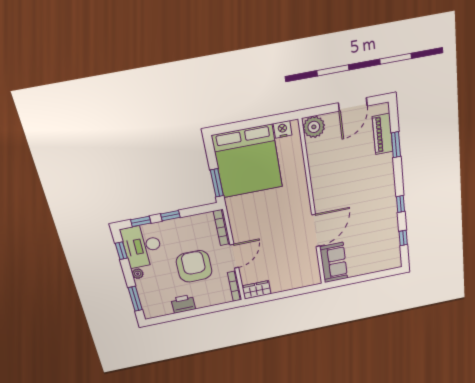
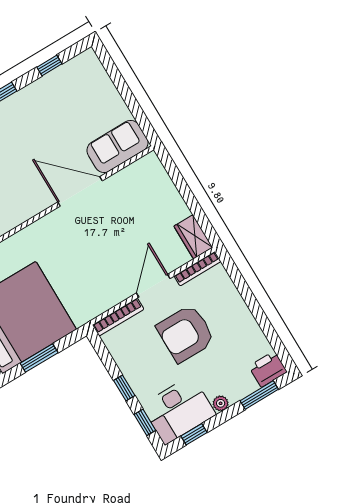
window: (217, 183) -> (39, 358), moved
door: (234, 256) -> (153, 286), hinge flipped
printer: (183, 304) -> (268, 369), moved, turned 90

